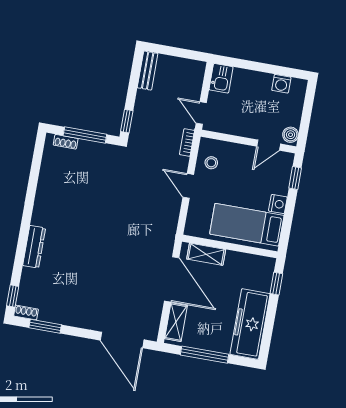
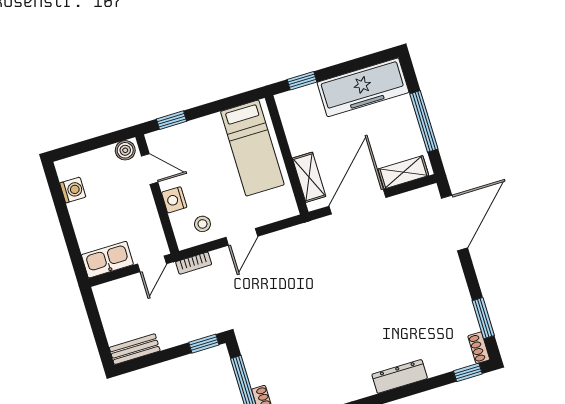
kitchen sink: (221, 78) -> (107, 260), width x1.38
nightstand: (278, 204) -> (174, 200), moved, turned -90

